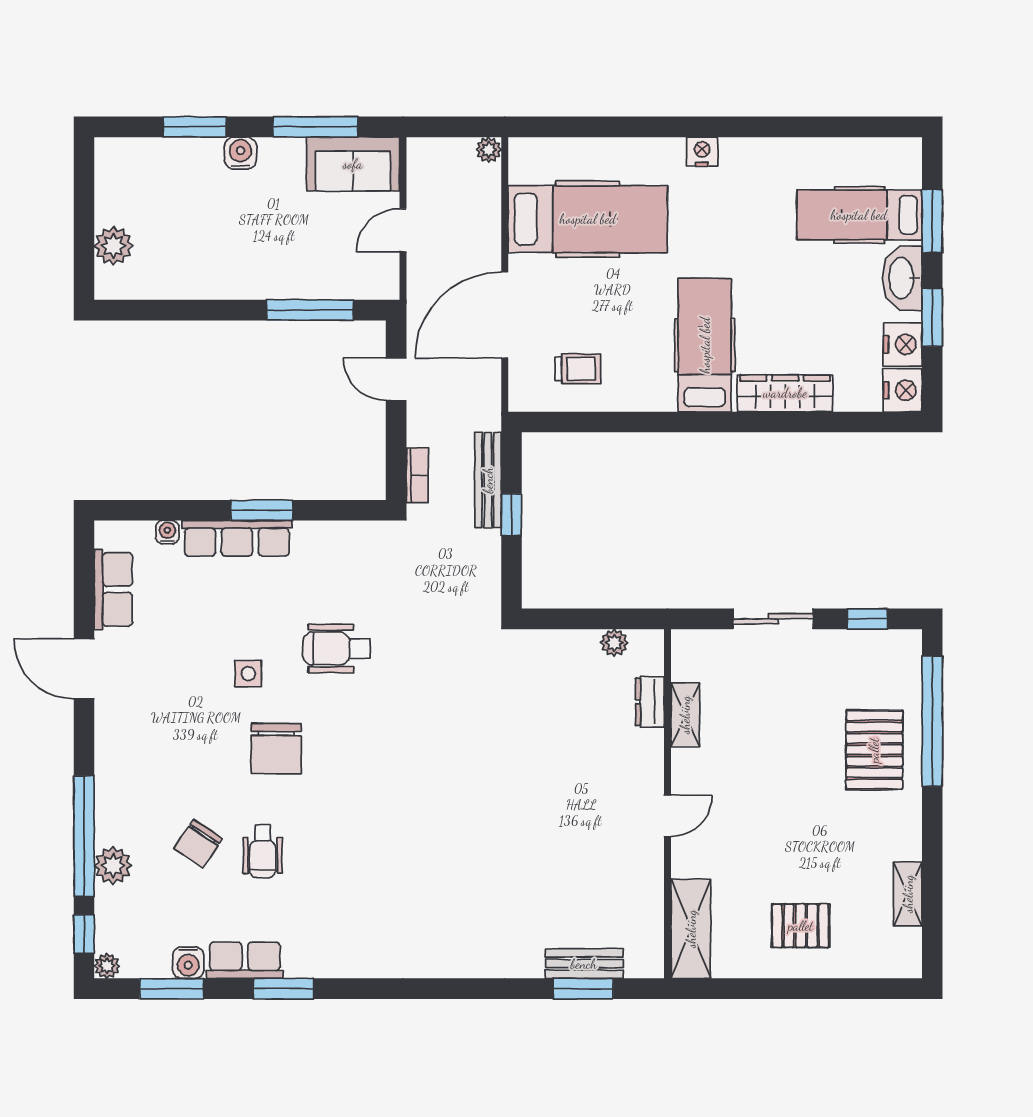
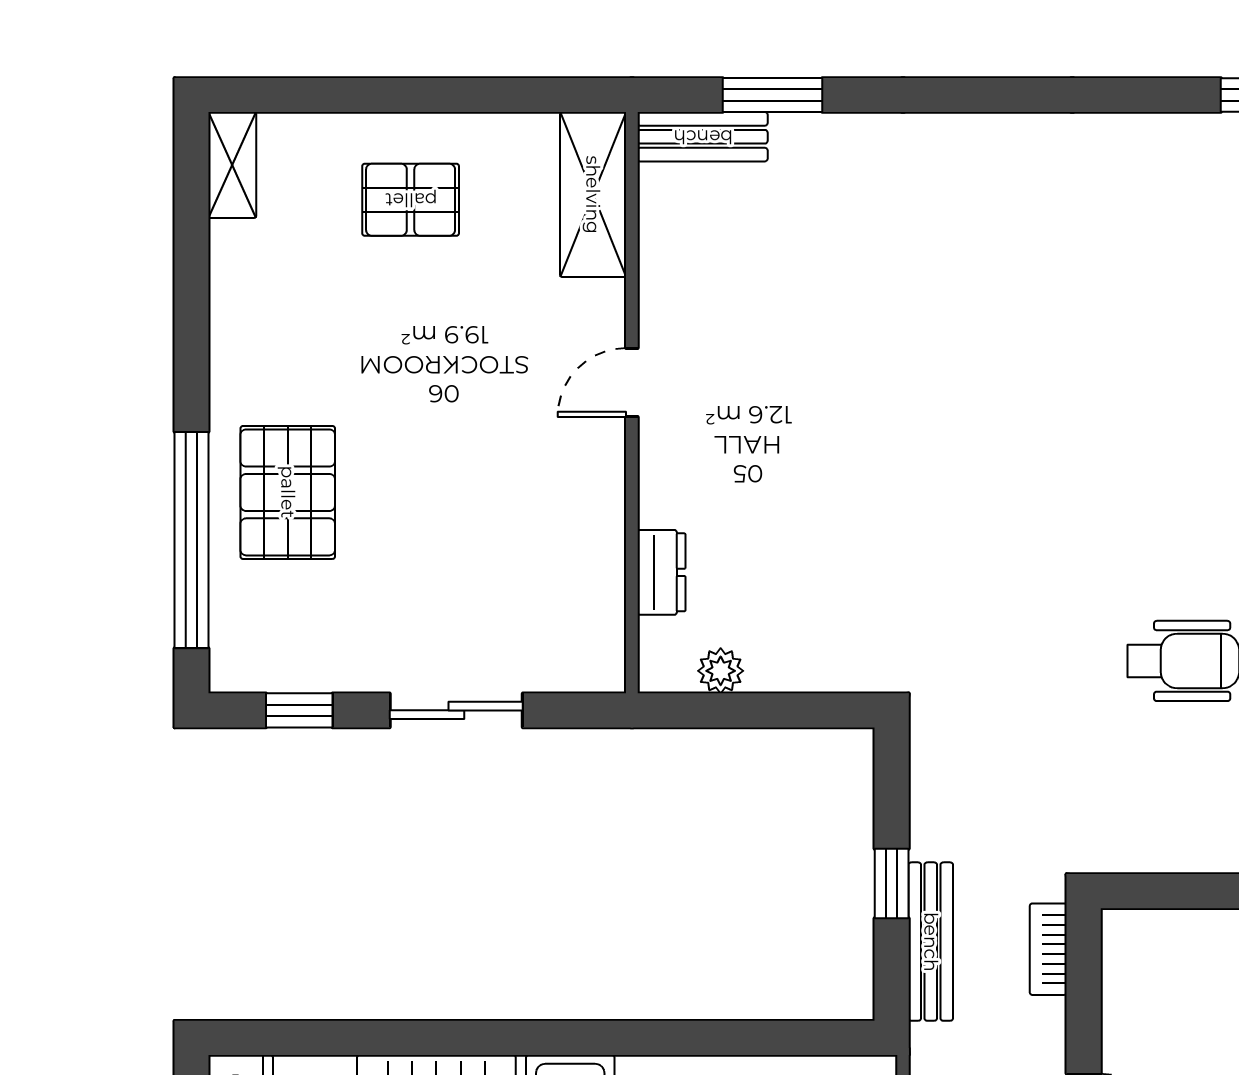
shelving: (685, 715) -> (602, 551), removed
shelving: (908, 894) -> (232, 165), moved
bench: (584, 964) -> (703, 137), moved

